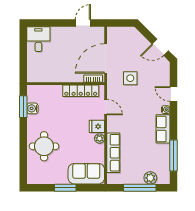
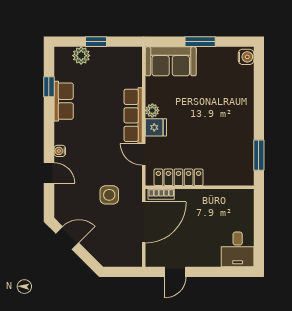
water cooler: (32, 108) -> (246, 57), moved
row of seats: (163, 129) -> (64, 101), moved
round table: (44, 146) -> (230, 100), removed
row of seats: (113, 153) -> (133, 115), moved
window: (173, 155) -> (49, 87), width x0.46
window: (140, 188) -> (96, 42), width x0.46

